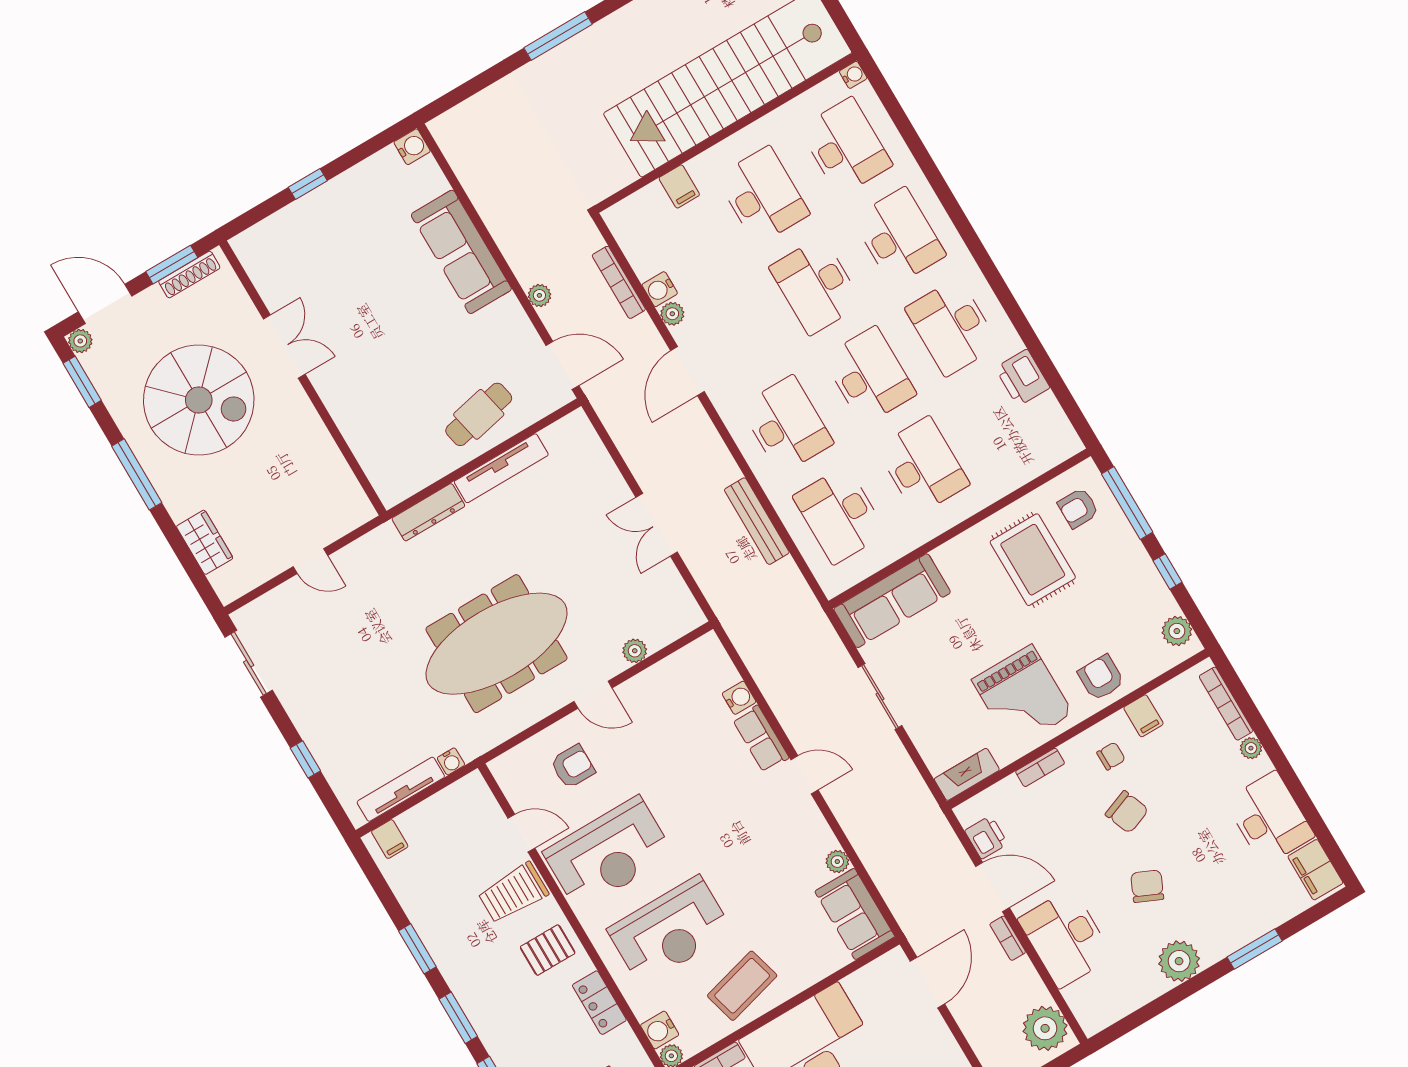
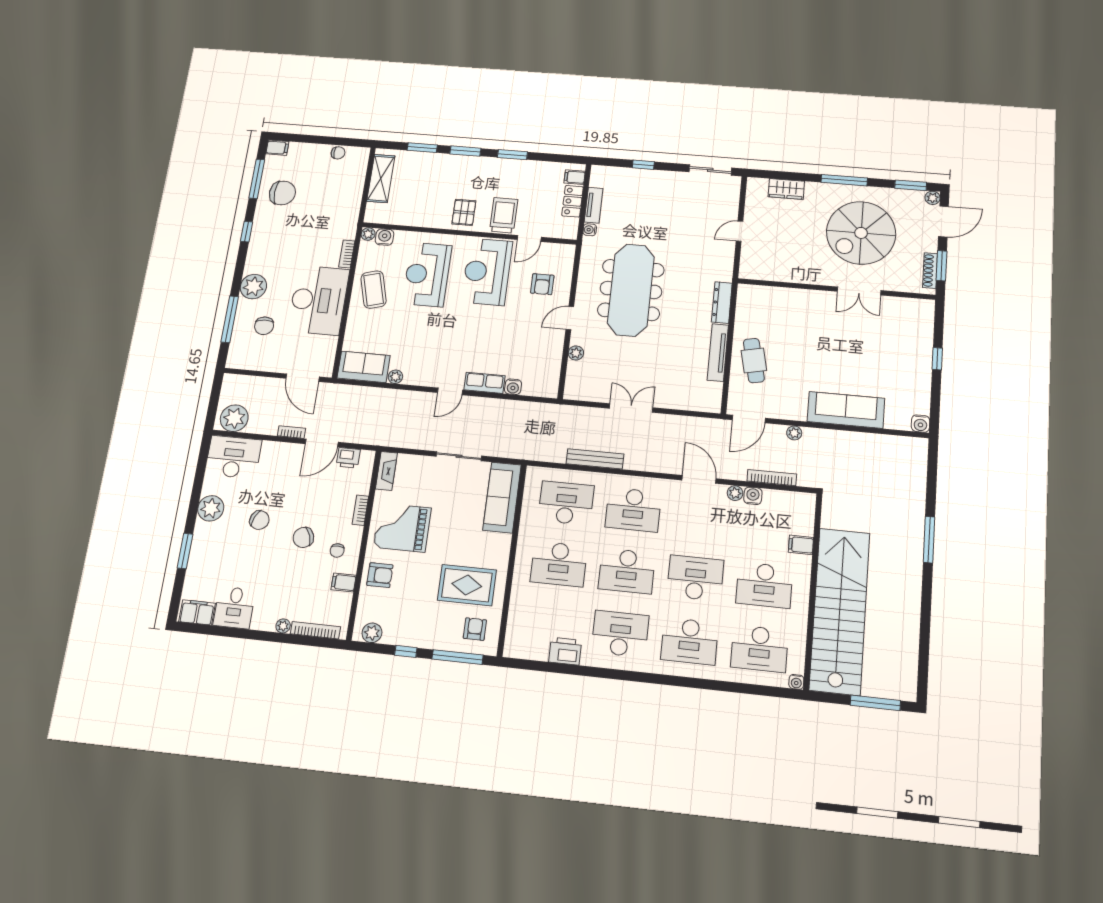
tv unit: (401, 789) -> (594, 205), width x0.71
desk: (1269, 818) -> (234, 608), width x0.73
desk: (1066, 938) -> (233, 457), moved
locker: (599, 1003) -> (572, 201), moved, turned -90

